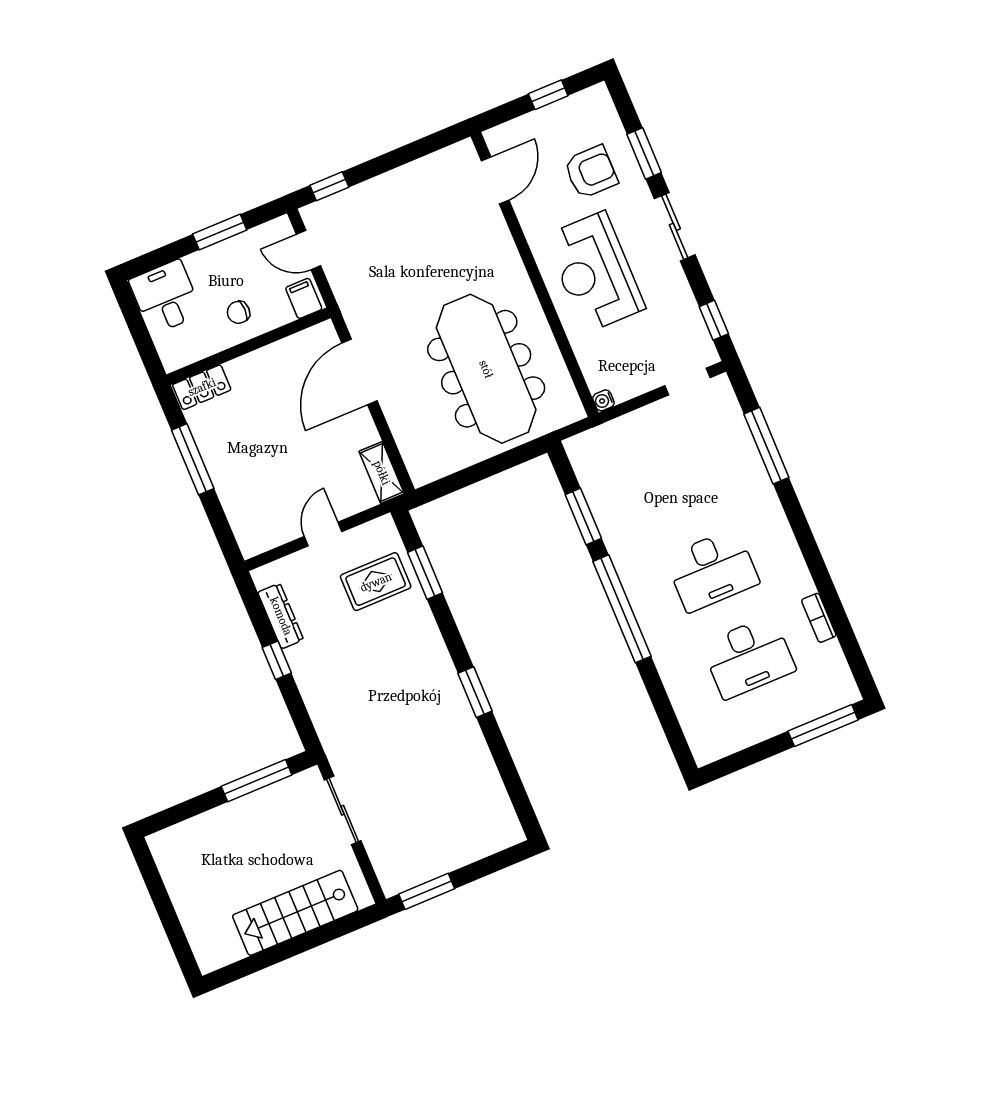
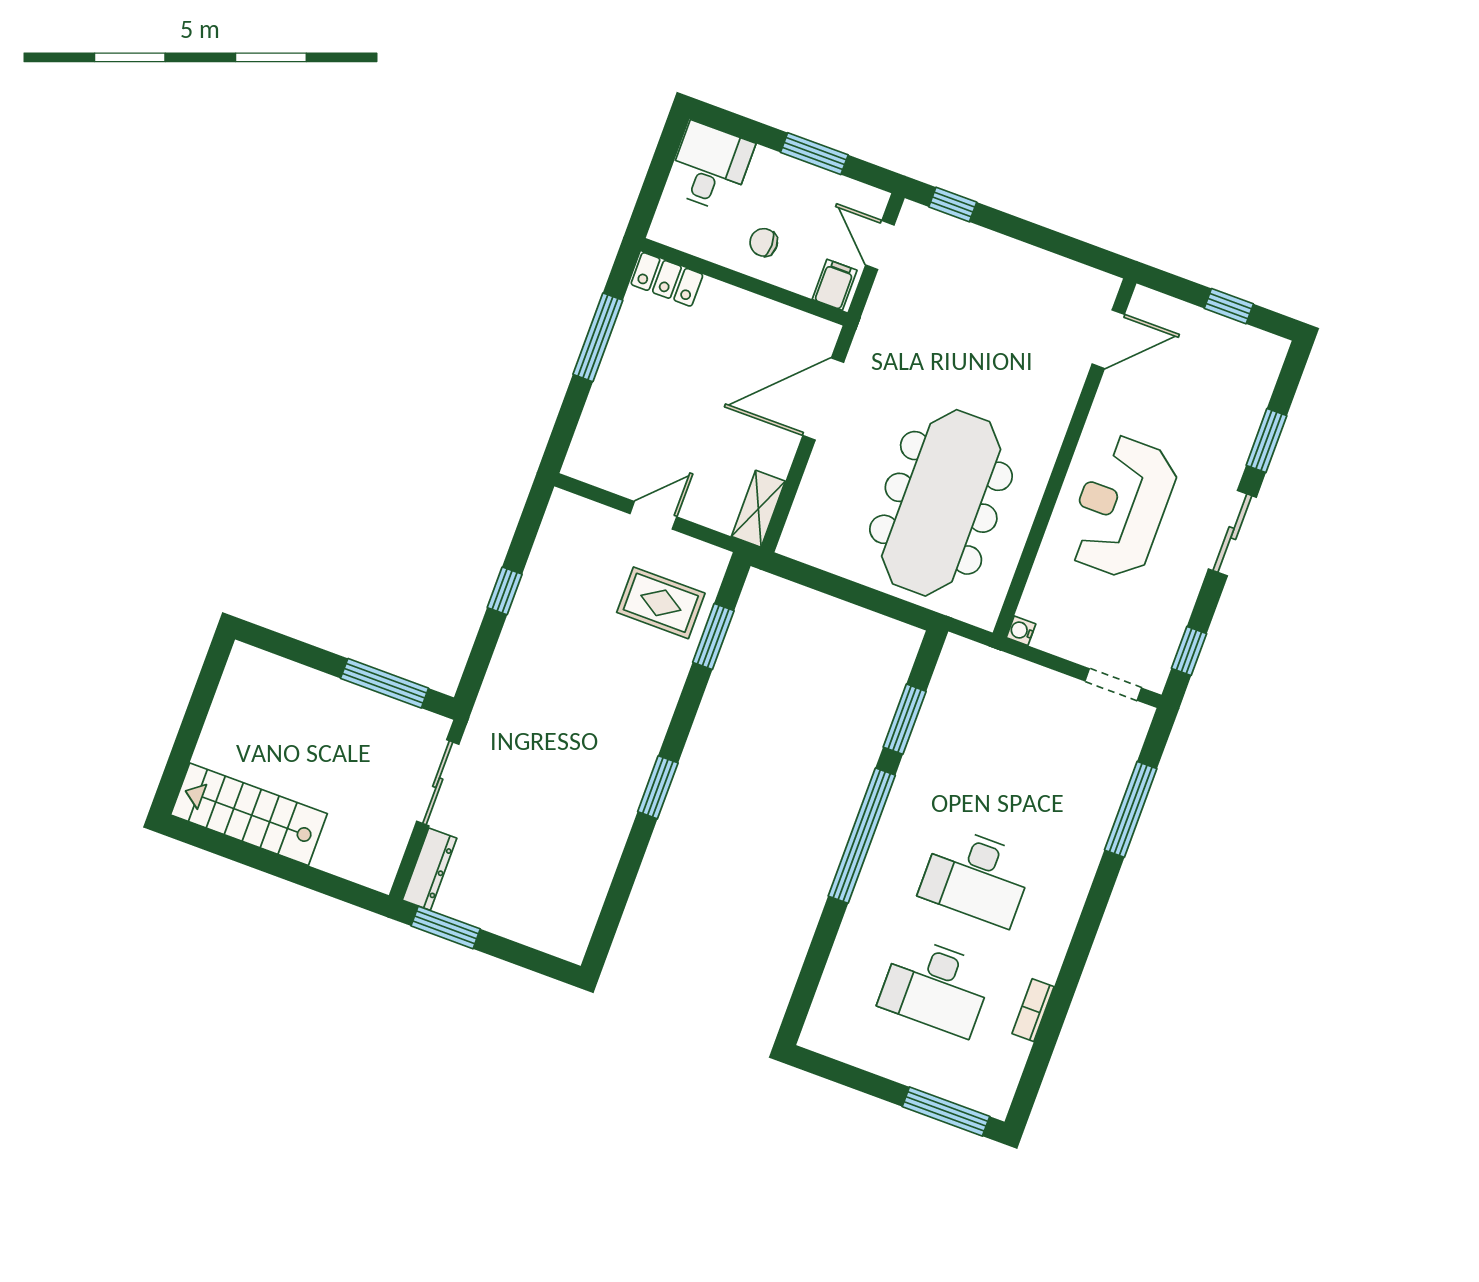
armchair: (591, 172) -> (1202, 412), removed
dresser: (281, 616) -> (430, 869), moved
stairs: (295, 913) -> (249, 814), moved

